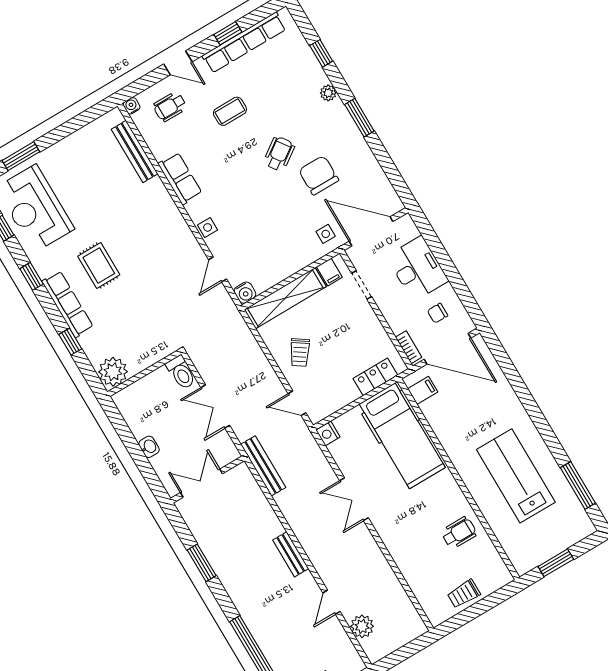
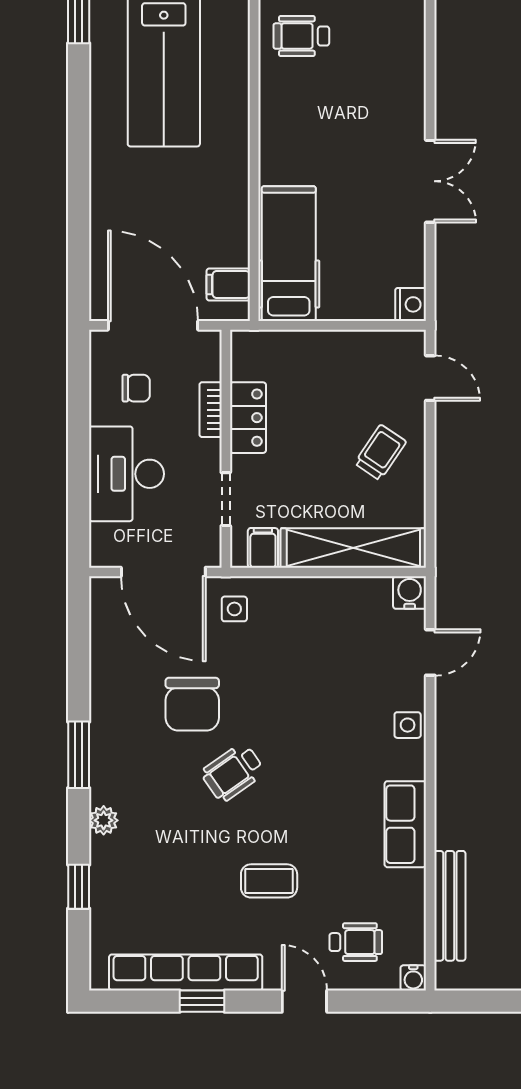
bookcase: (409, 347) -> (211, 410), moved
locker: (375, 377) -> (248, 418), moved, turned -90
hospital bed: (402, 436) -> (289, 254), width x0.73, depth x0.78

